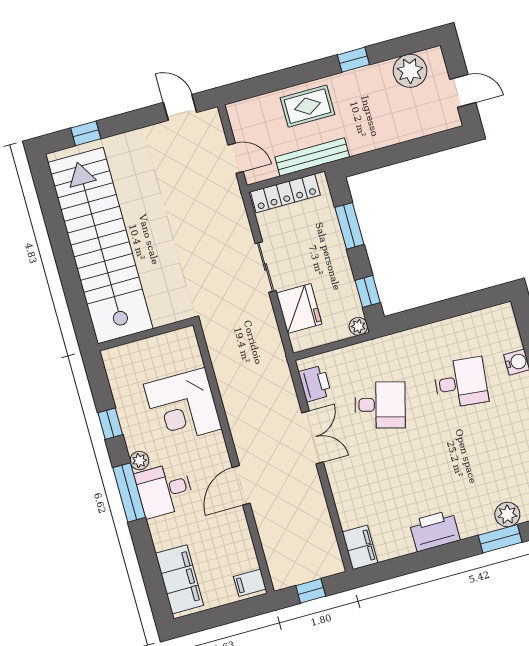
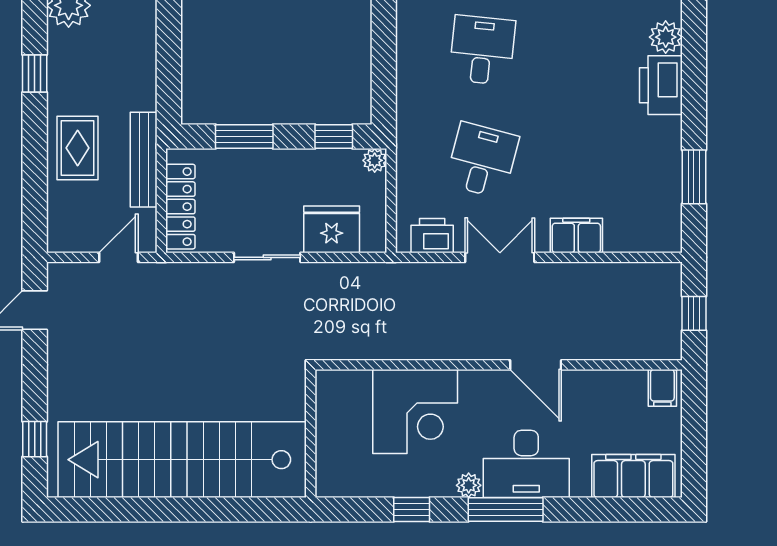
desk: (164, 490) -> (526, 464), width x1.37
printer: (435, 531) -> (661, 85), moved
window: (500, 539) -> (694, 177), moved
filing cabinet: (360, 547) -> (576, 236), moved

